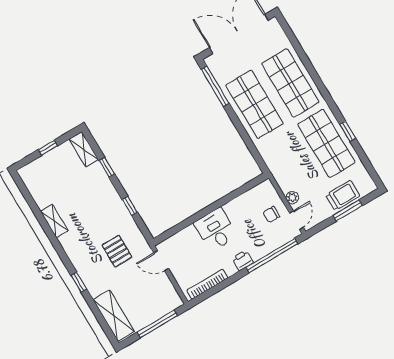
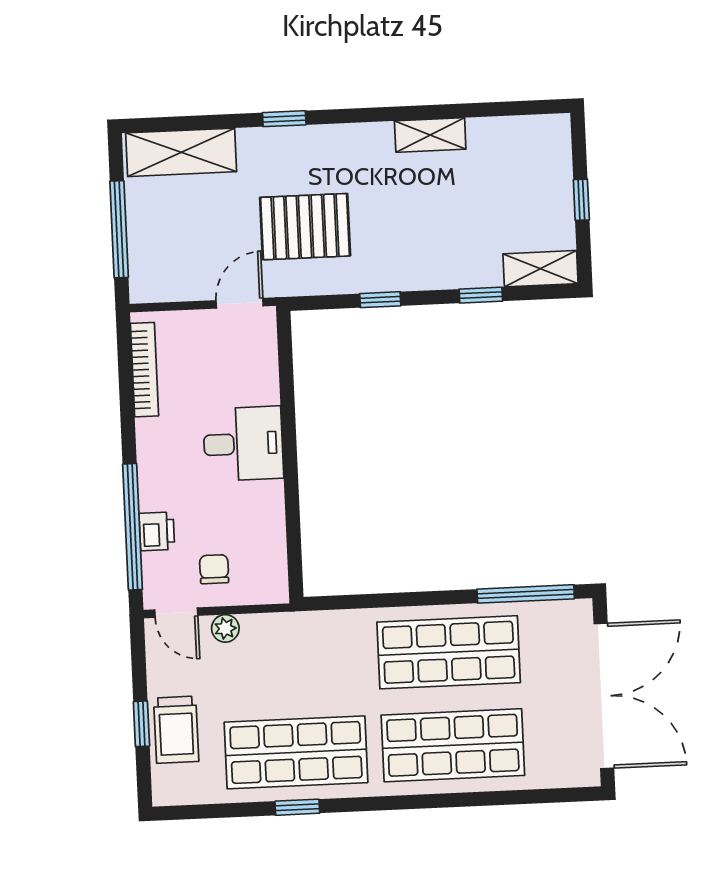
window: (348, 210) -> (141, 724), width x0.67
pallet: (117, 251) -> (305, 227), width x1.50, depth x1.42
printer: (243, 260) -> (157, 531), moved

